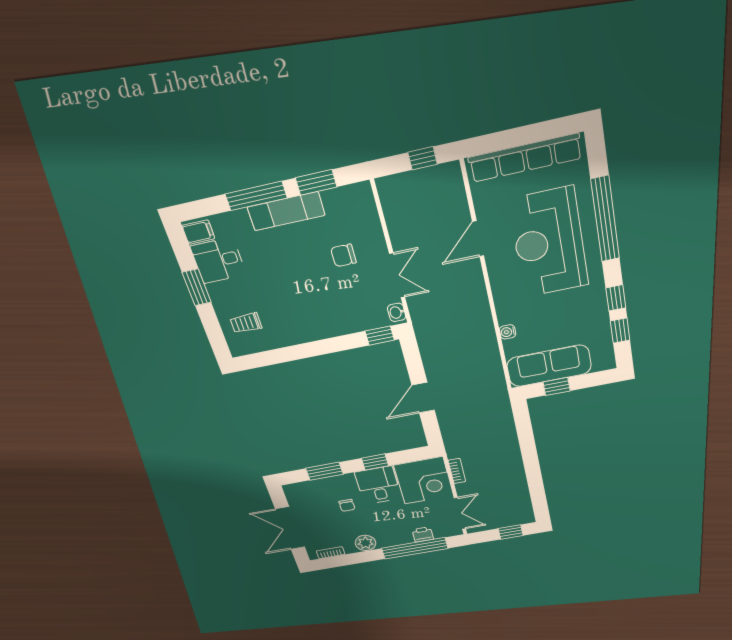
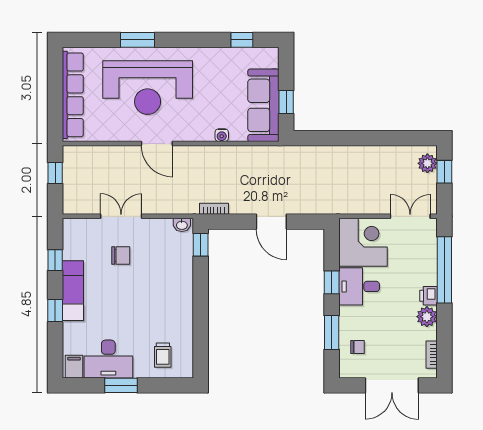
window: (316, 182) -> (55, 260), width x0.67
window: (256, 196) -> (55, 311), width x0.46
window: (605, 219) -> (137, 40), width x0.47
door: (478, 239) -> (157, 144), moved
chair: (343, 255) -> (121, 256), turned -90
desk: (218, 260) -> (108, 359), width x1.37
double door: (397, 275) -> (121, 216), moved
window: (616, 298) -> (210, 40), removed
bookcase: (457, 471) -> (214, 209), moved
chair: (347, 505) -> (358, 347), moved
plant: (516, 518) -> (427, 163), added
printer: (423, 535) -> (429, 296), moved

